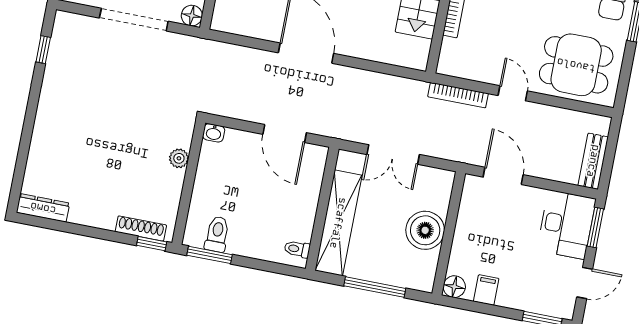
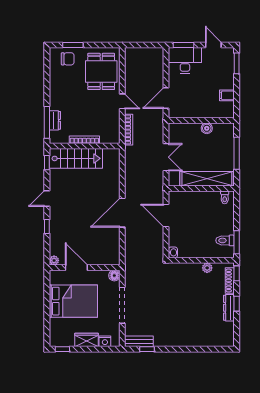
door: (513, 93) -> (122, 101), swing flipped
door: (285, 133) -> (166, 216), swing flipped
plant: (179, 158) -> (207, 268), moved
bench: (593, 161) -> (139, 341), moved
dresser: (43, 208) -> (229, 308), moved
boiler: (425, 230) -> (207, 128), width x0.54, depth x0.54
window: (95, 233) -> (237, 304), added
floor lamp: (454, 287) -> (228, 112), removed

